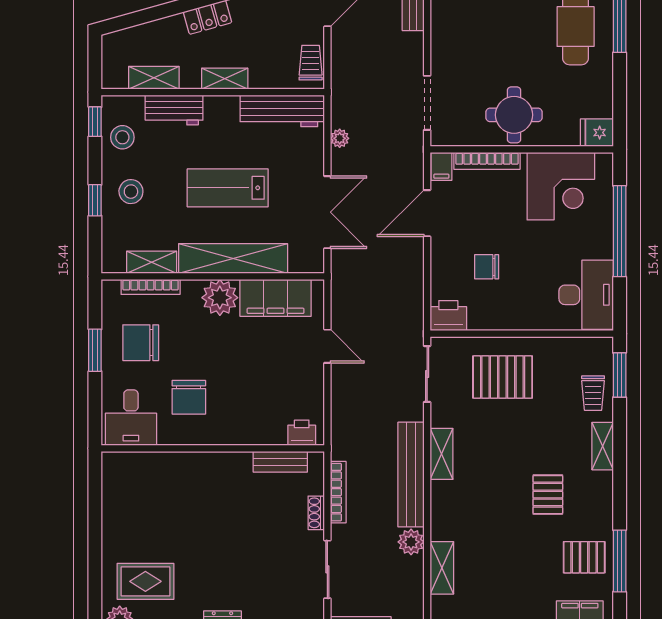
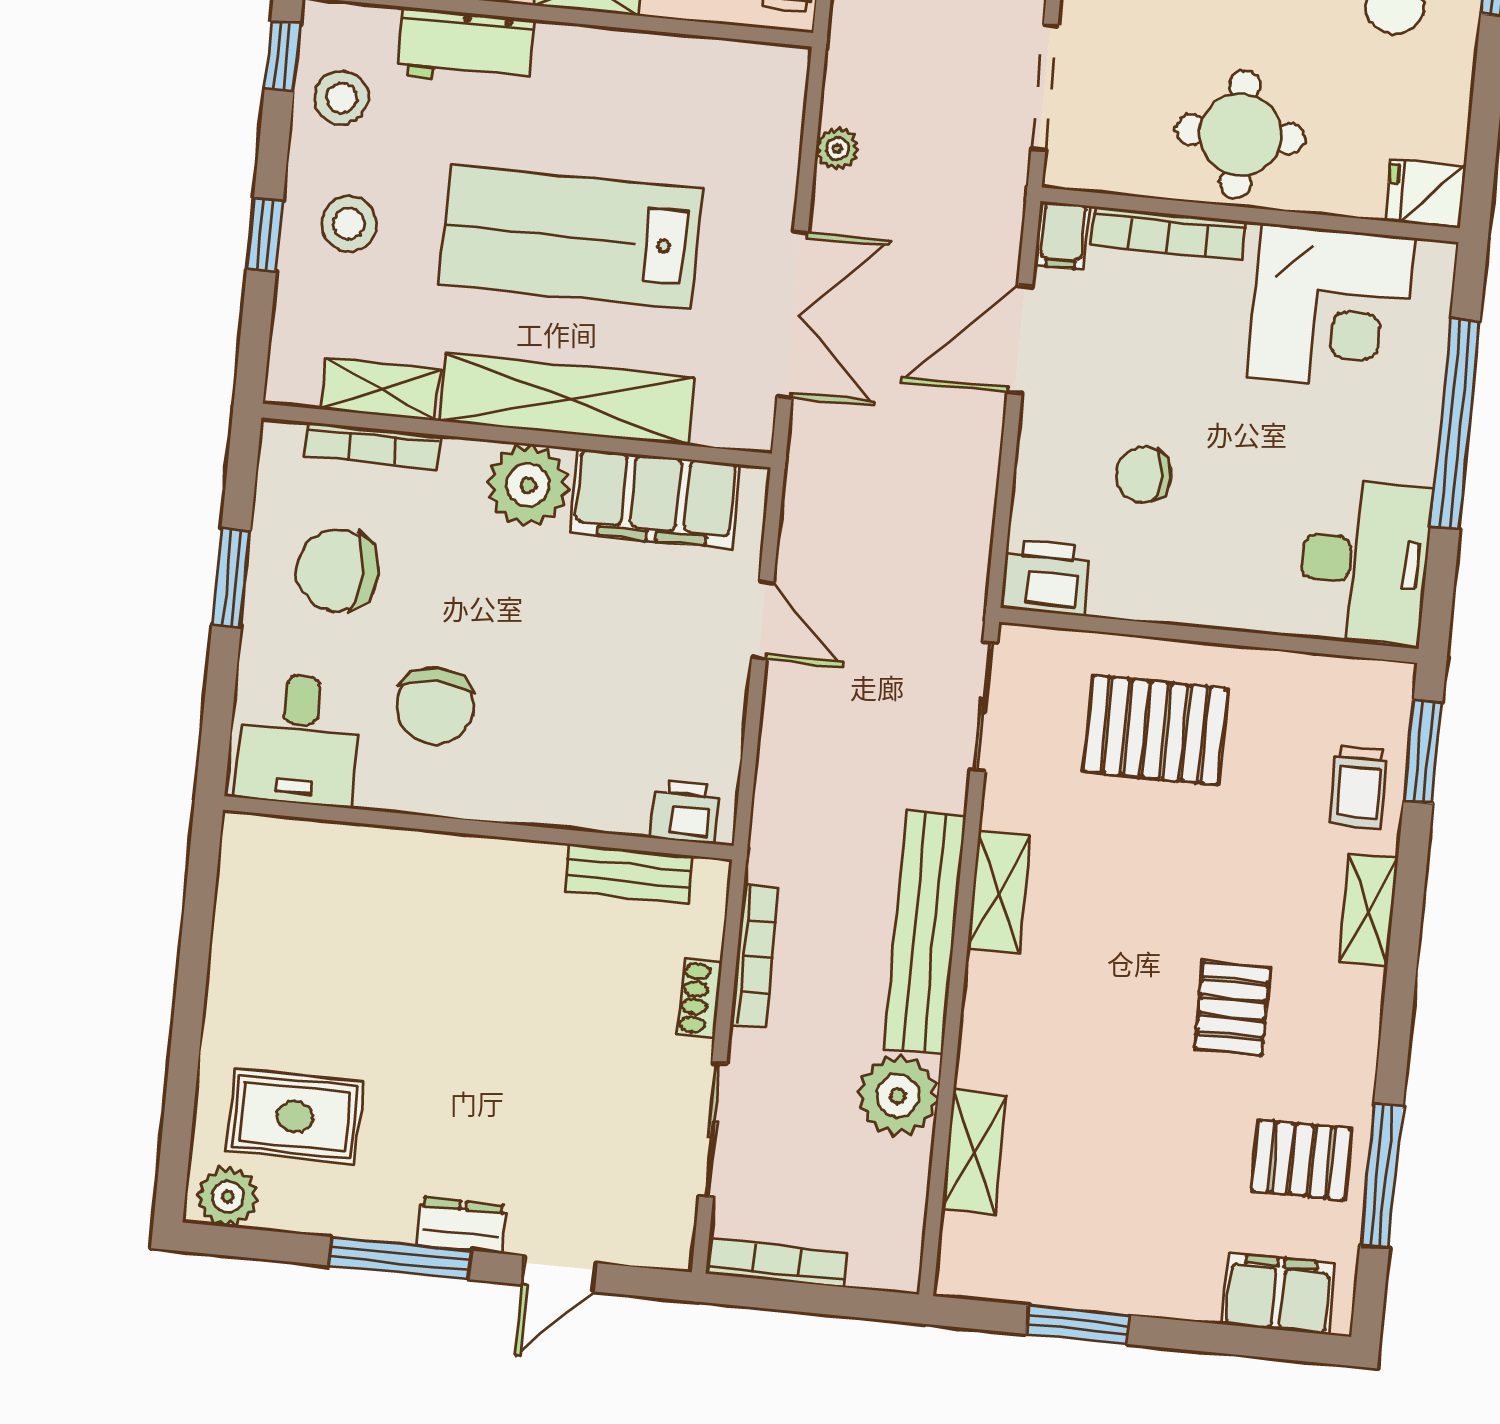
workbench: (282, 111) -> (712, 73), removed
lab bench: (228, 188) -> (571, 237), width x1.36, depth x1.39
plant: (411, 542) -> (898, 1096), width x1.36, depth x1.36

